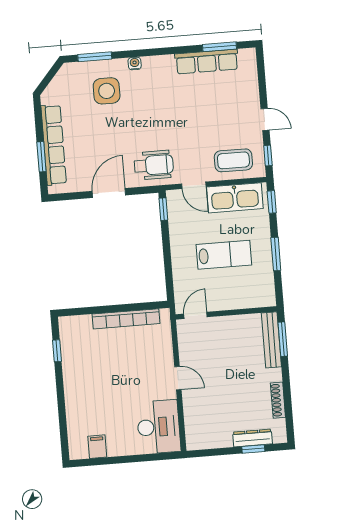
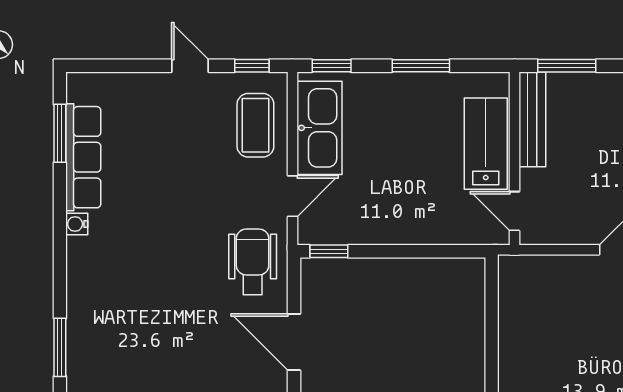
water cooler: (135, 63) -> (77, 224), moved
side table: (107, 91) -> (120, 332), removed
door: (265, 119) -> (190, 66), hinge flipped
lab bench: (224, 255) -> (486, 144), moved
bookcase: (126, 319) -> (511, 330), removed
bench: (271, 340) -> (532, 119), moved, turned 90

